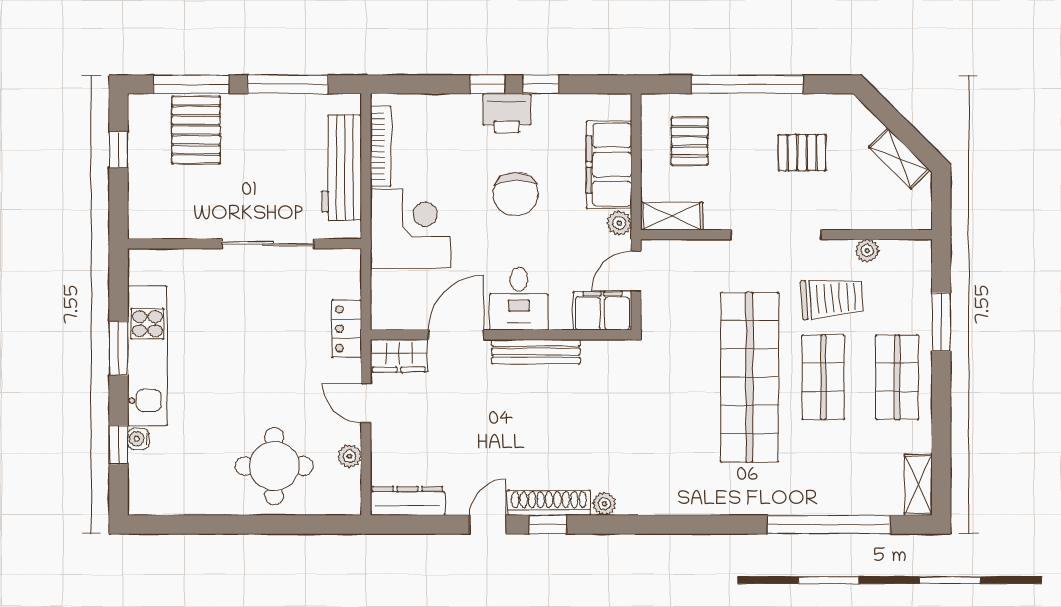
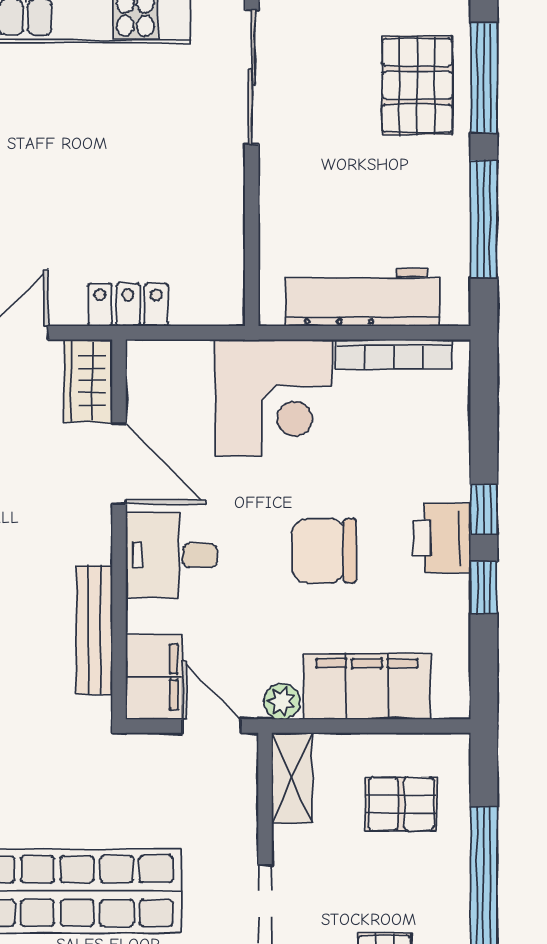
pallet: (196, 130) -> (417, 85), turned 90
sliding door: (268, 244) -> (252, 77), moved
bench: (536, 352) -> (94, 630), moved

